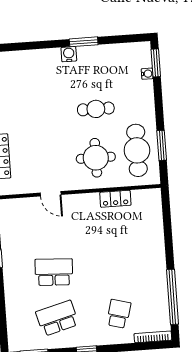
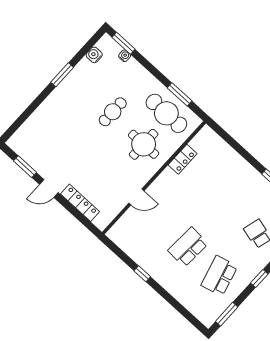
water cooler: (69, 54) -> (94, 55), moved

